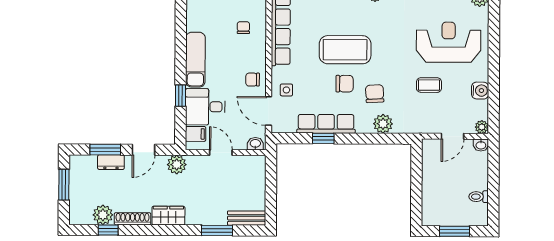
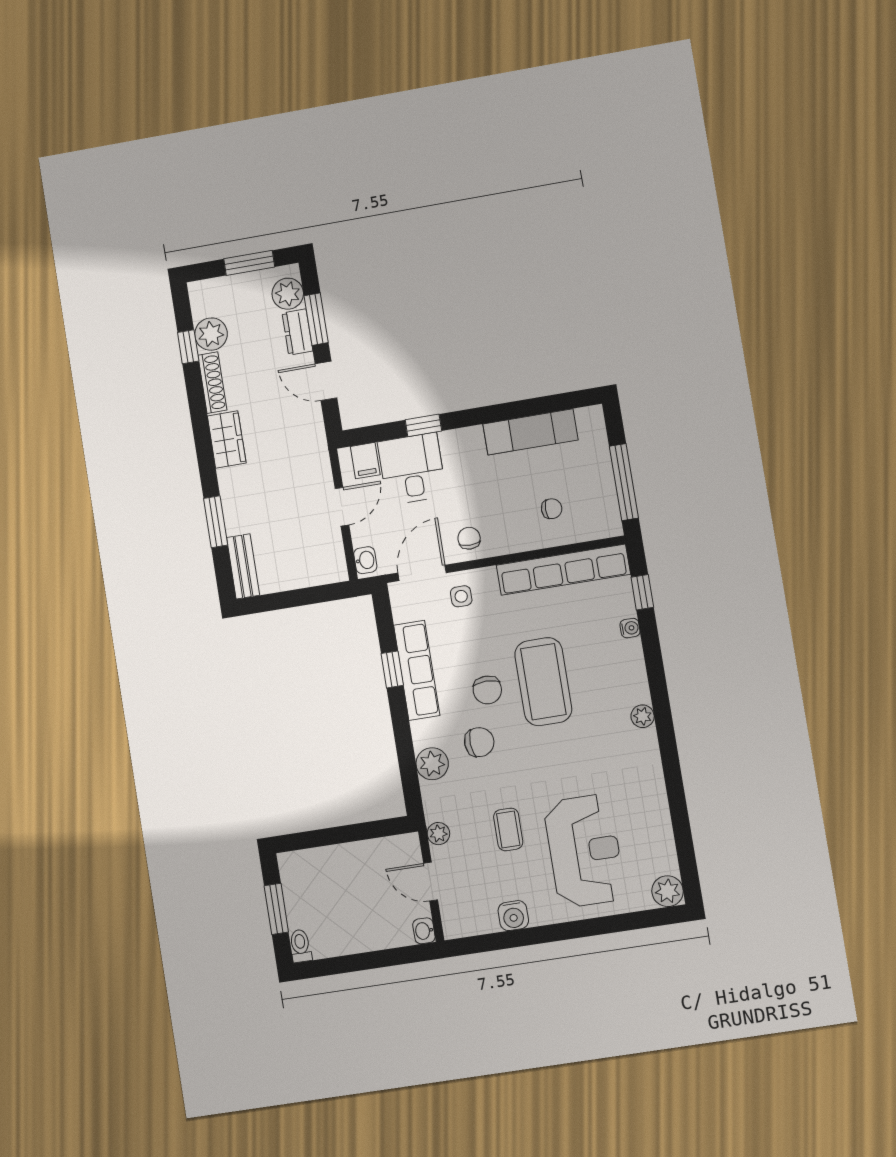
exam couch: (195, 60) -> (530, 432), moved
plant: (482, 127) -> (438, 834), moved
plant: (177, 165) -> (288, 294), moved
toilet: (479, 197) -> (300, 946), moved

